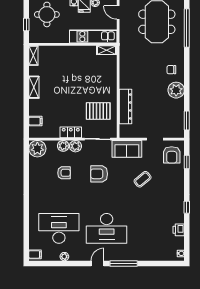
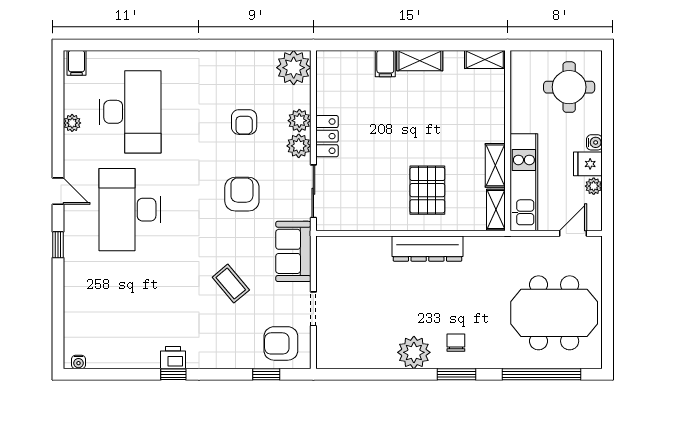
window: (26, 24) -> (549, 45), removed
shelving: (85, 50) -> (495, 165), added
dresser: (126, 106) -> (427, 249), moved
pallet: (98, 111) -> (427, 190), moved
window: (187, 120) -> (457, 374), moved
filing cabinet: (35, 121) -> (385, 64), moved
printer: (179, 230) -> (173, 358), moved
window: (124, 263) -> (58, 245), width x0.46

